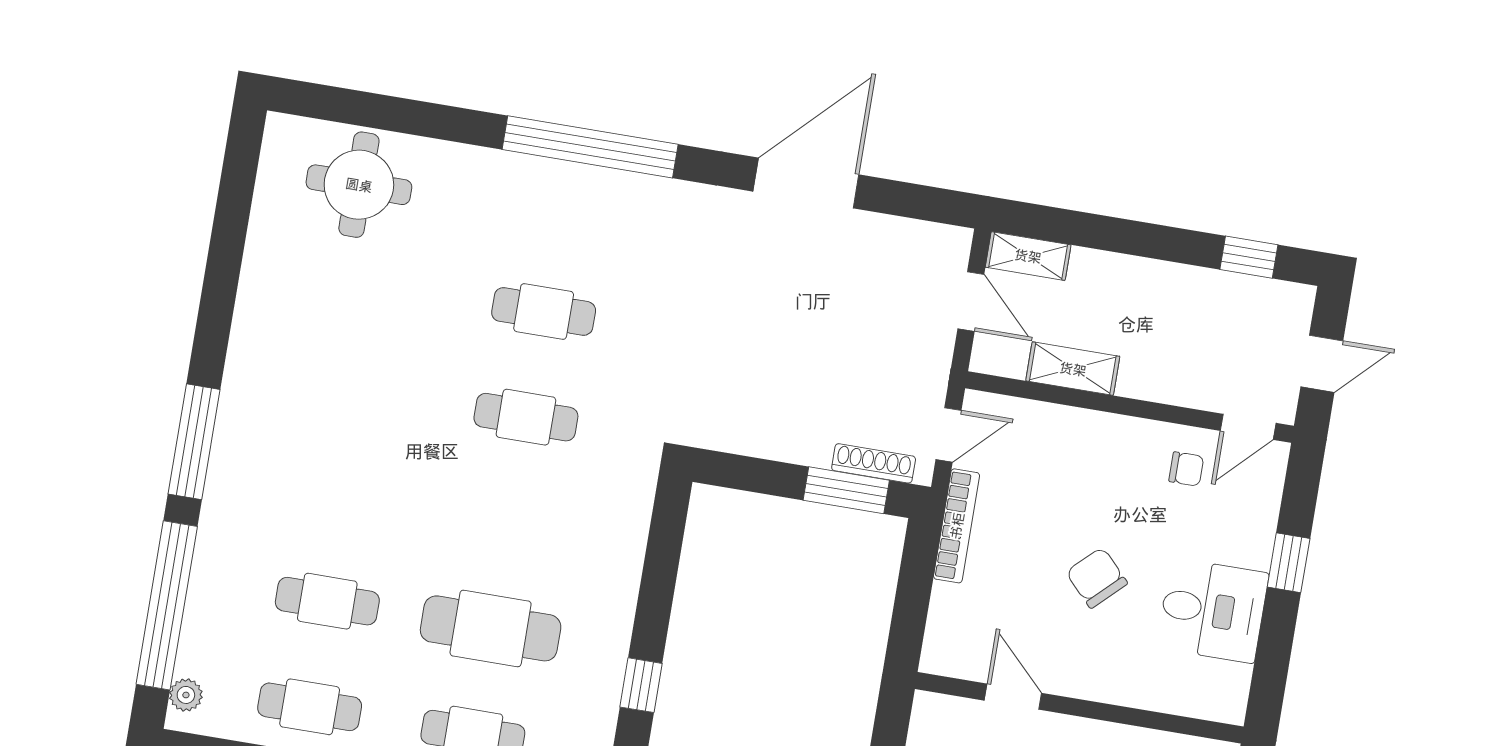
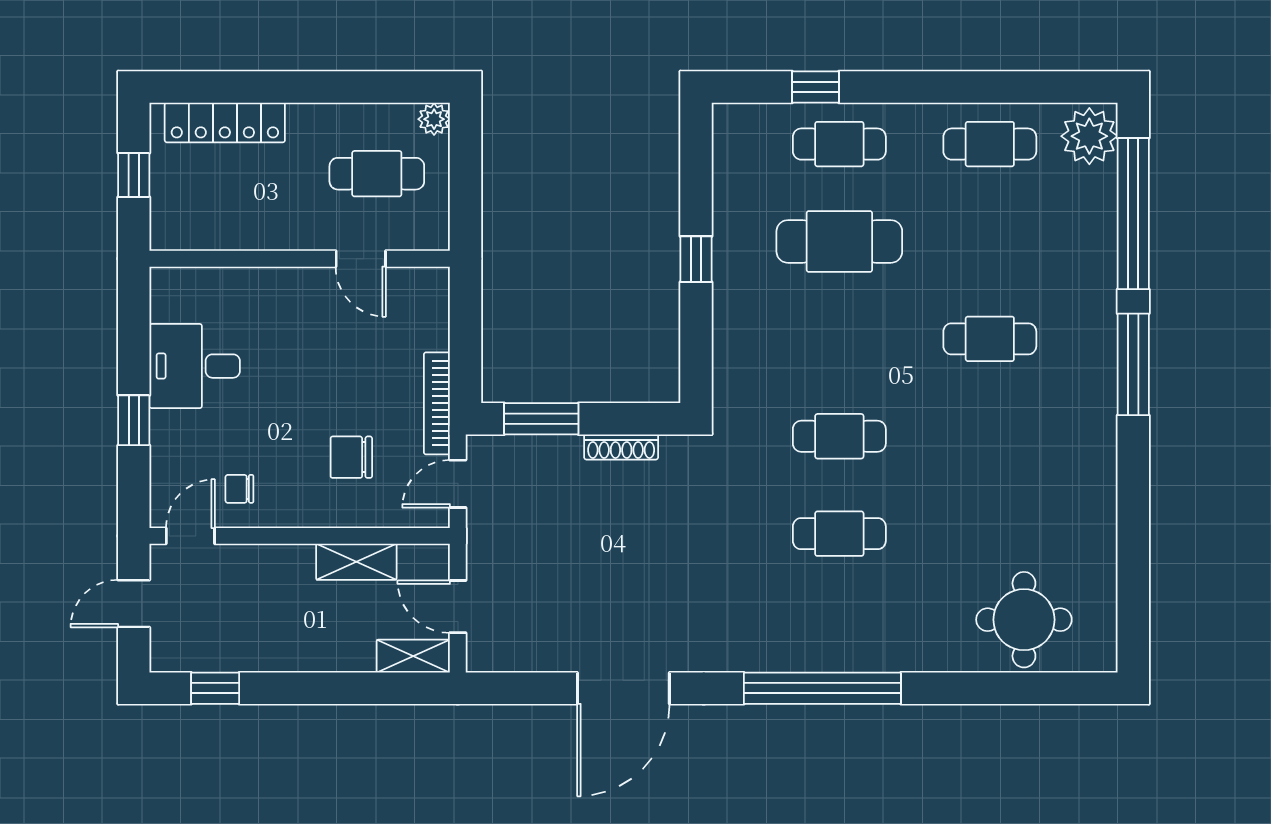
shoe rack: (874, 463) -> (621, 447), moved
chair: (1097, 578) -> (351, 457), moved, turned 134
cafe table: (327, 601) -> (990, 339), moved
window: (641, 685) -> (696, 259), moved
plant: (186, 695) -> (1089, 136), width x1.88, depth x1.88

